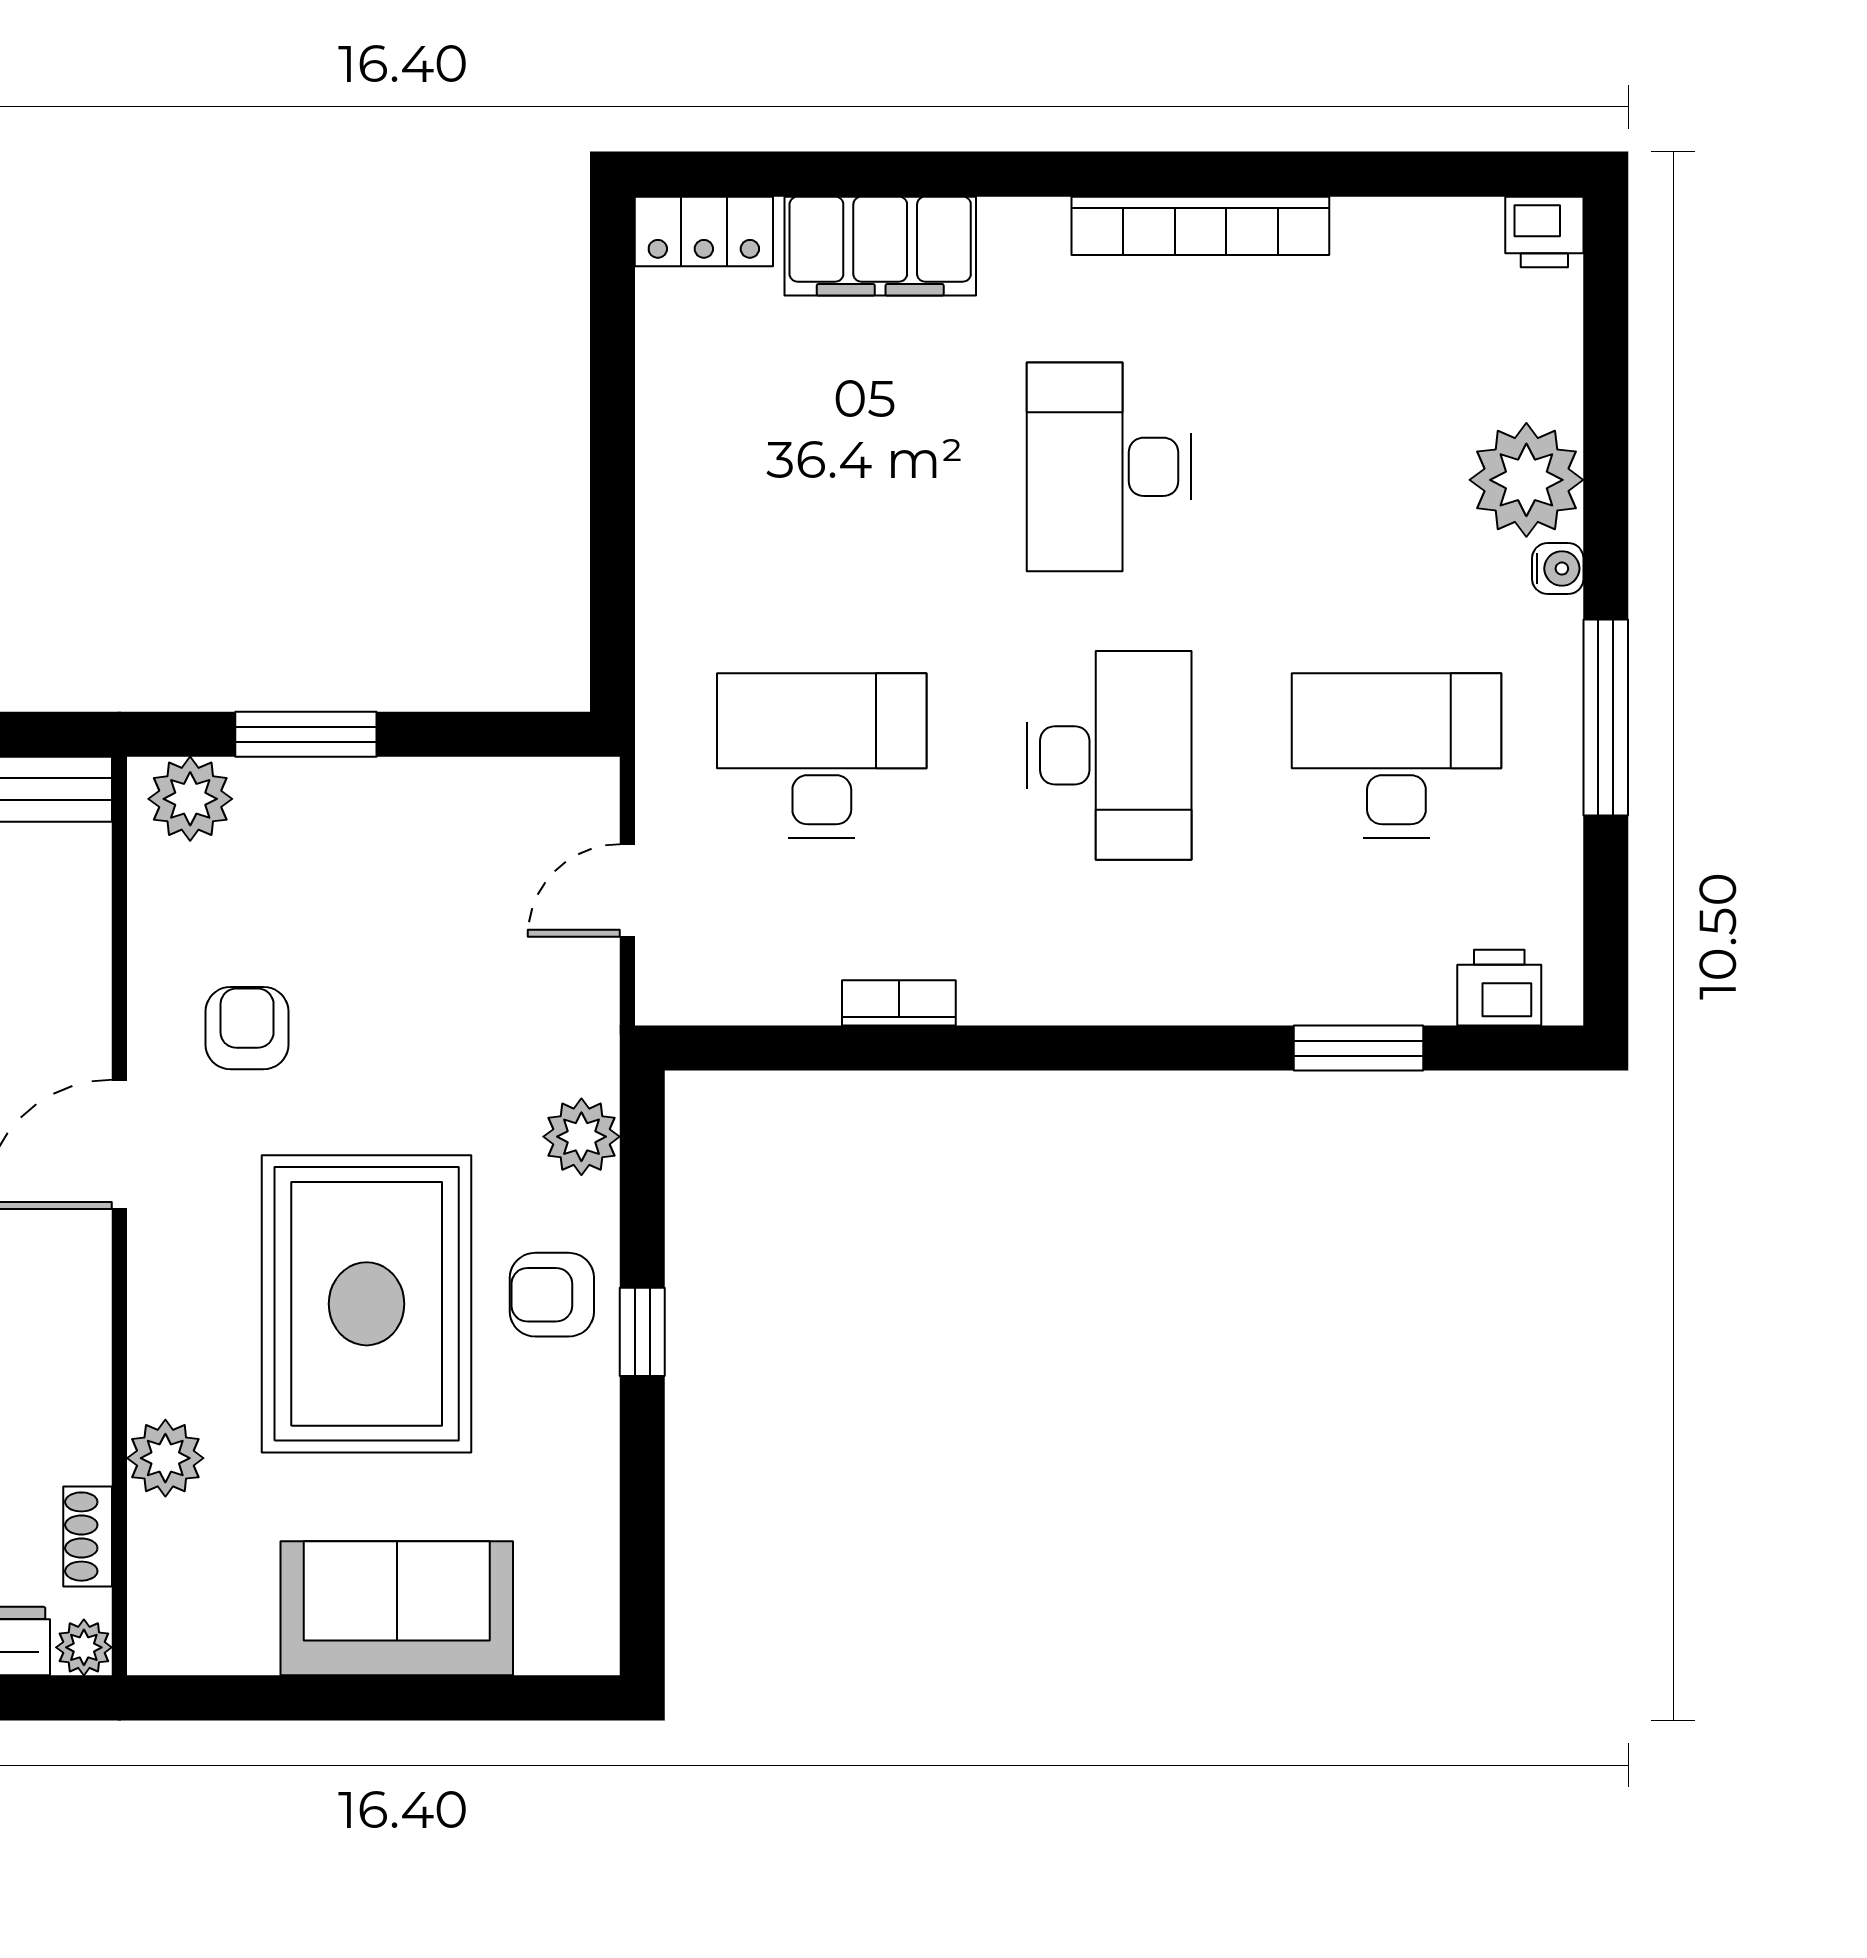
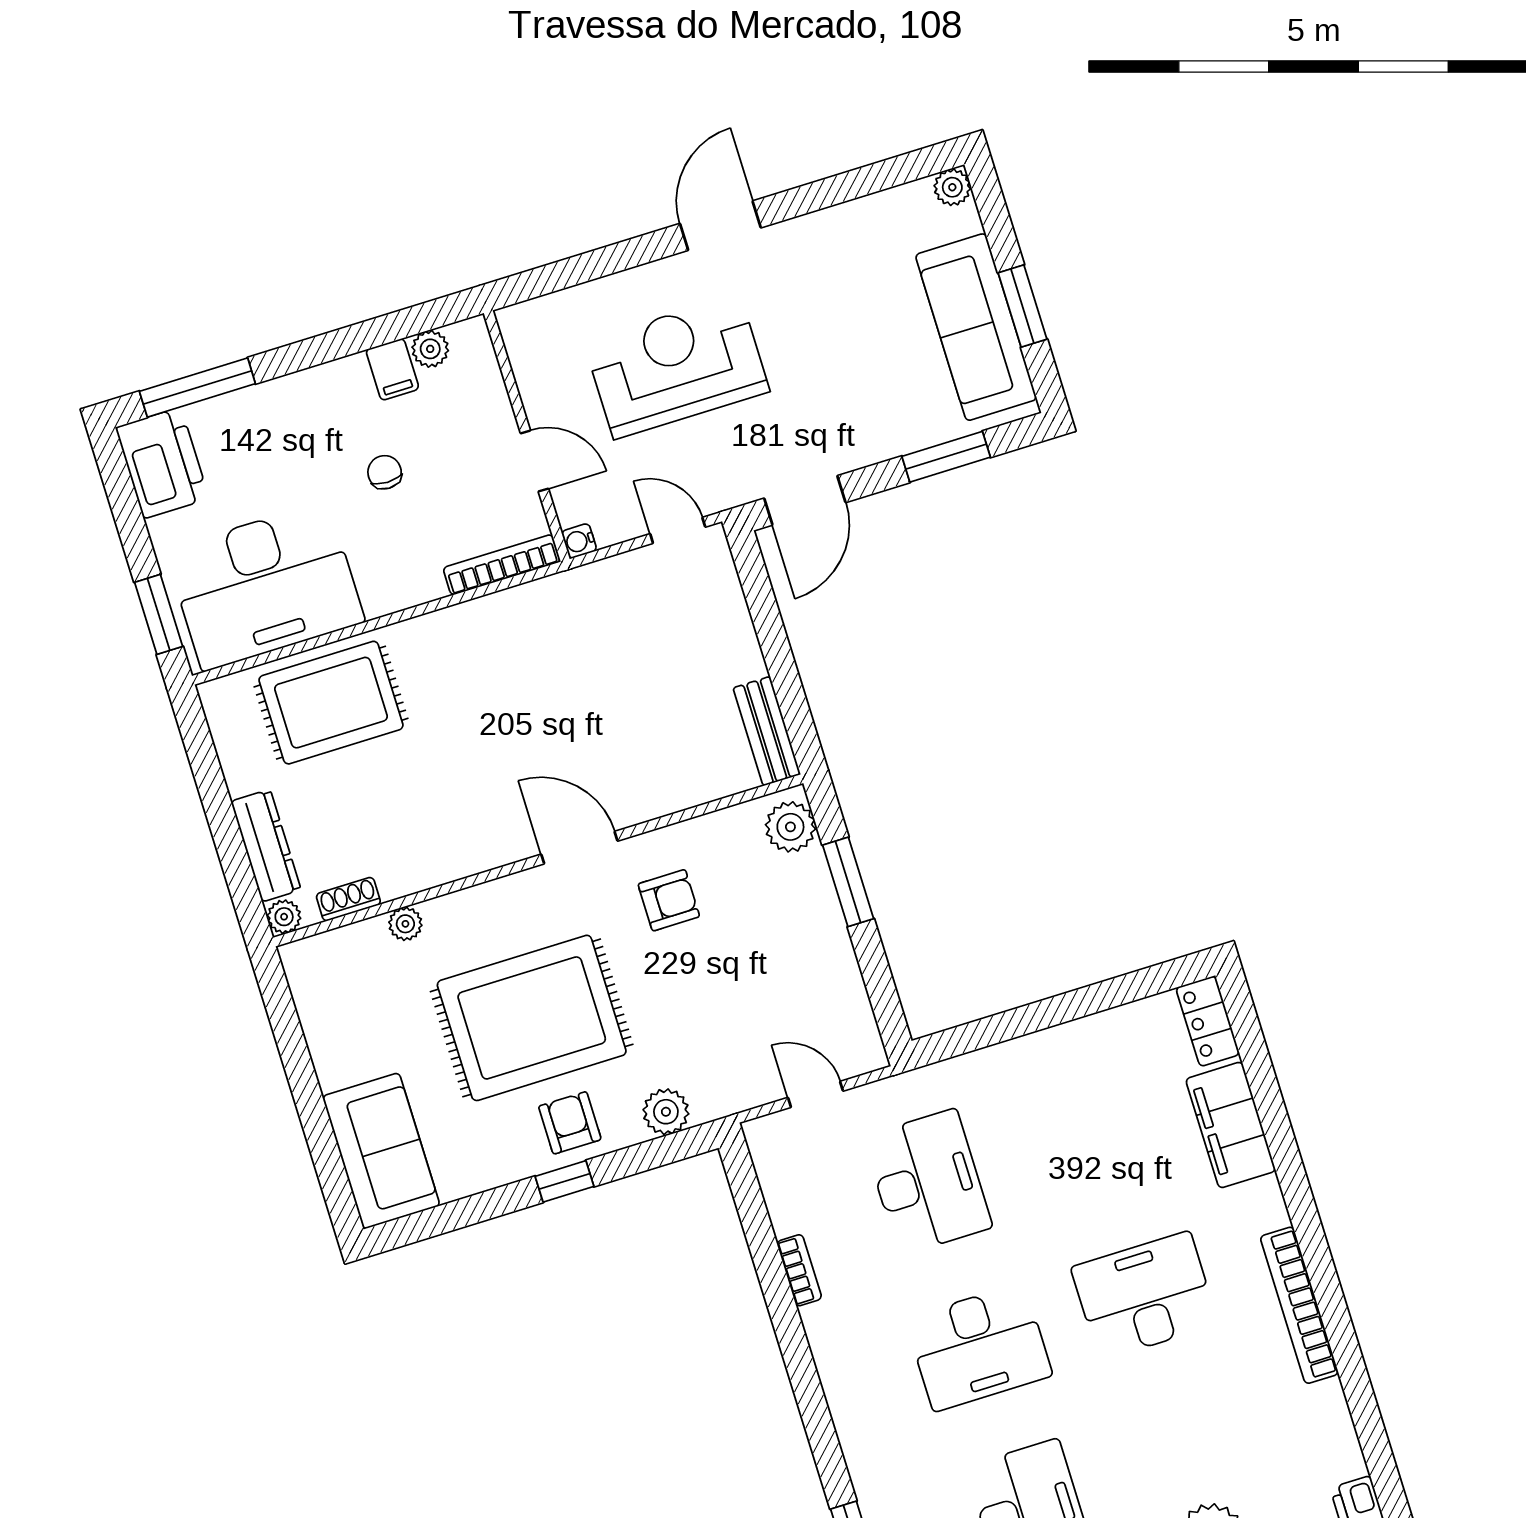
plant: (165, 1458) -> (405, 924), width x0.73, depth x0.73
sofa: (397, 1608) -> (381, 1151), moved

